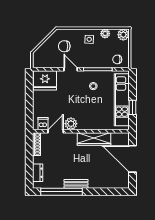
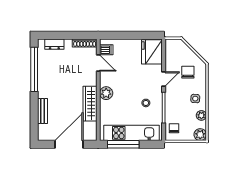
window: (132, 107) -> (123, 144), width x2.17
plant: (71, 124) -> (106, 93), moved
bench: (76, 184) -> (43, 111), moved

